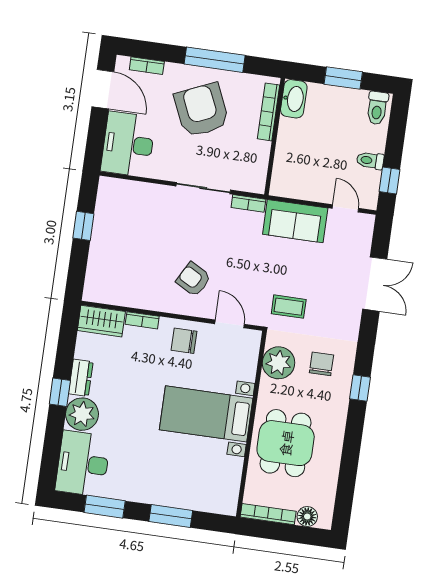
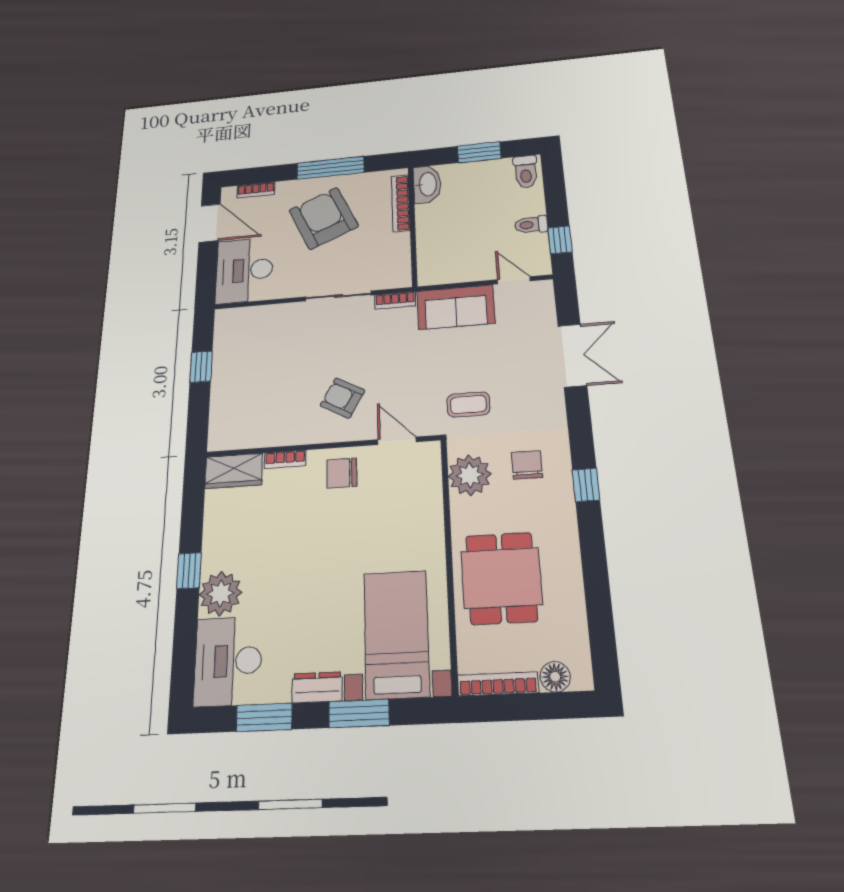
dresser: (81, 378) -> (317, 687), moved, turned -90
bed with nightstands: (206, 414) -> (396, 634), moved, turned 90

